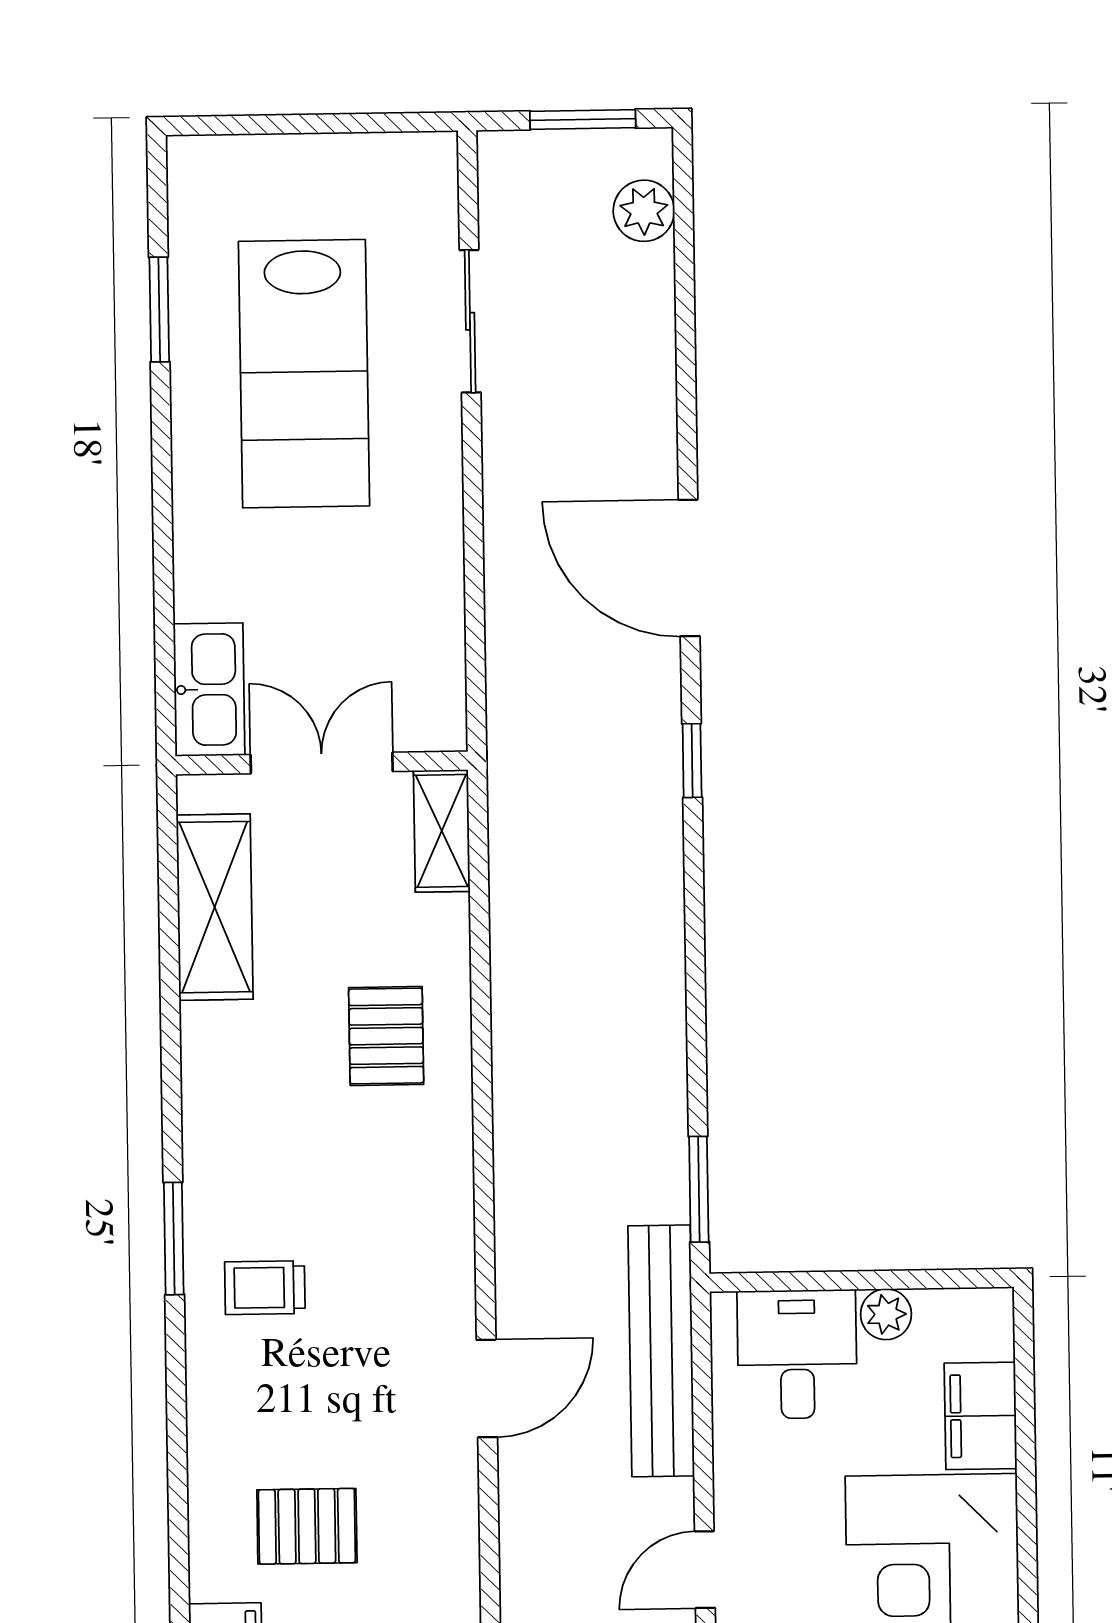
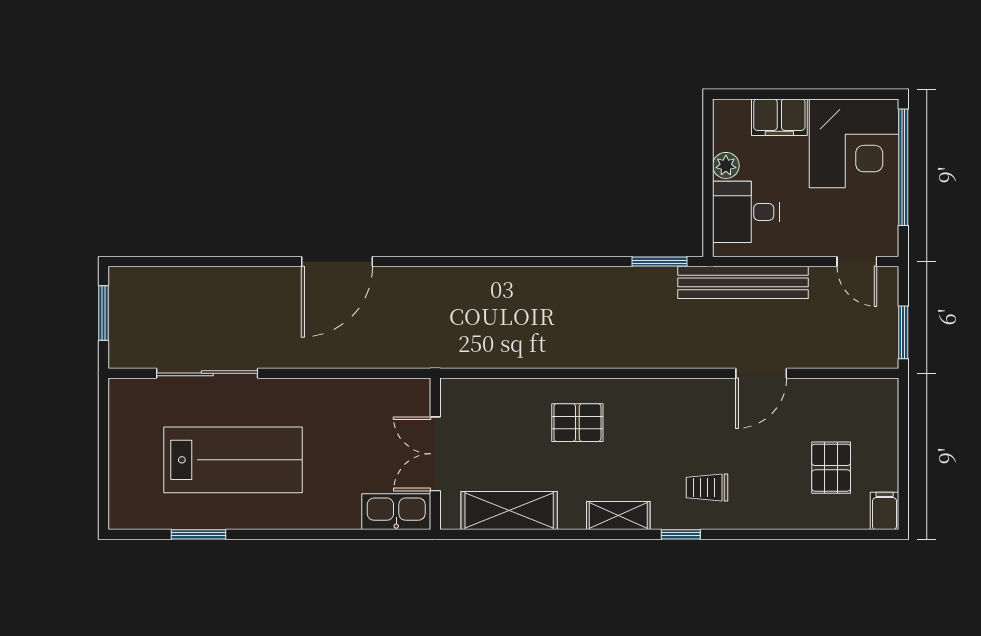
plant: (644, 211) -> (151, 282), removed
sliding door: (470, 321) -> (207, 373), width x1.37
window: (692, 761) -> (437, 262), removed
shelving: (442, 831) -> (618, 516), moved
window: (174, 1239) -> (681, 534), width x0.67
trolley: (265, 1288) -> (707, 488), turned 90
door: (487, 1389) -> (761, 373), swing flipped

